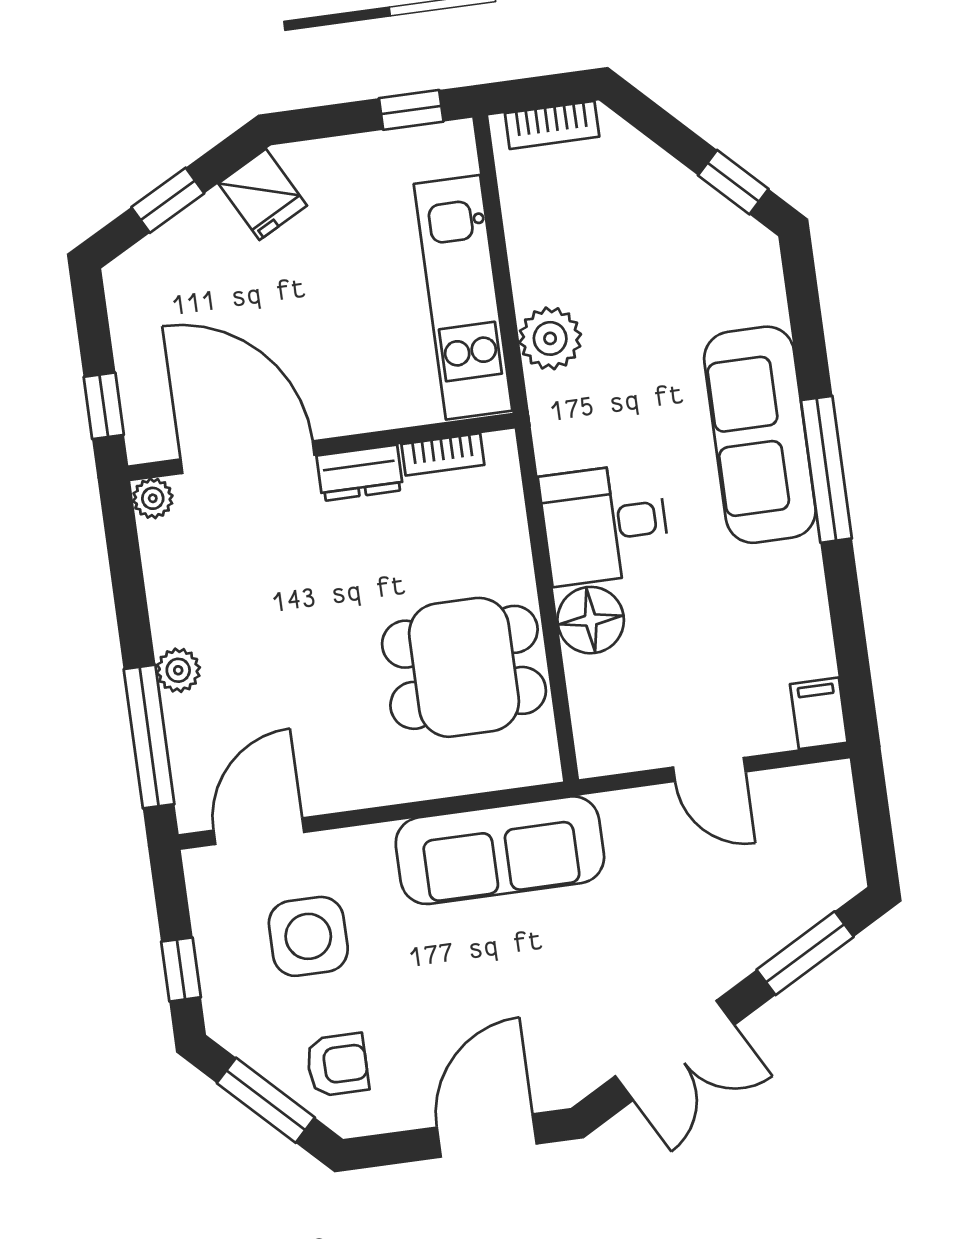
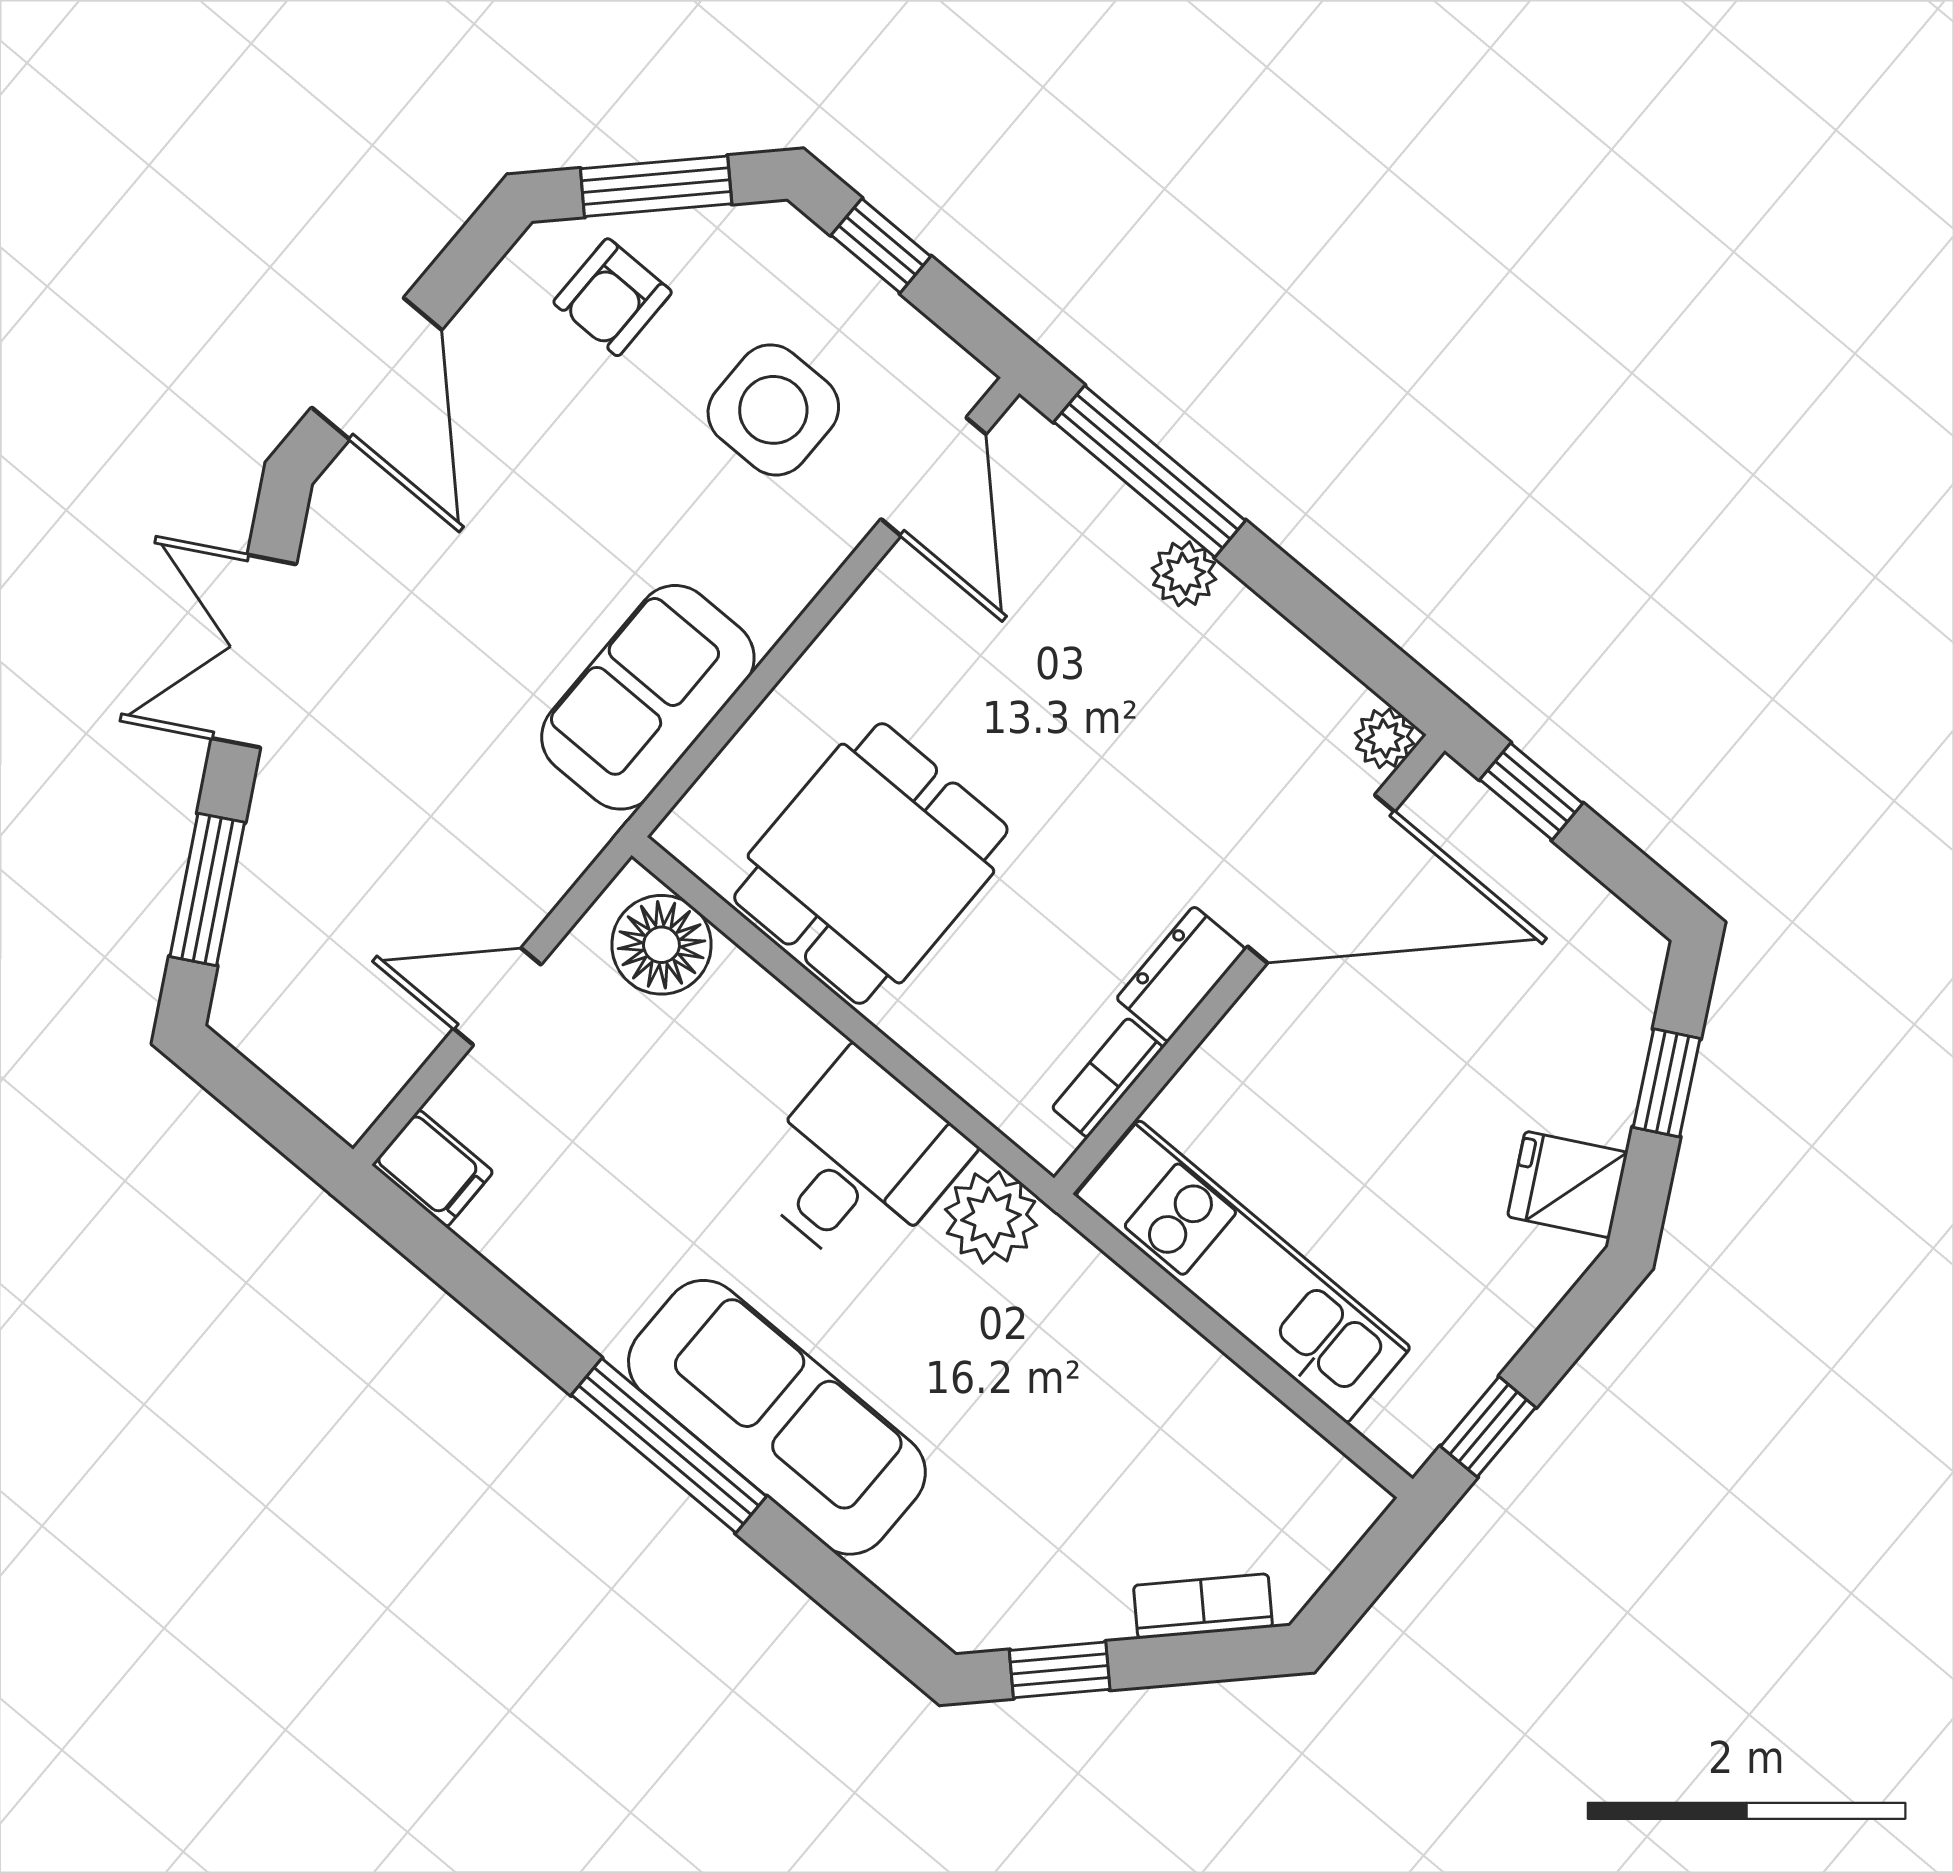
bookcase: (552, 125) -> (1203, 1606), moved, turned 45
plant: (550, 338) -> (991, 1217), moved
floor lamp: (591, 620) -> (661, 945), moved
sofa: (500, 850) -> (648, 697), width x0.73

